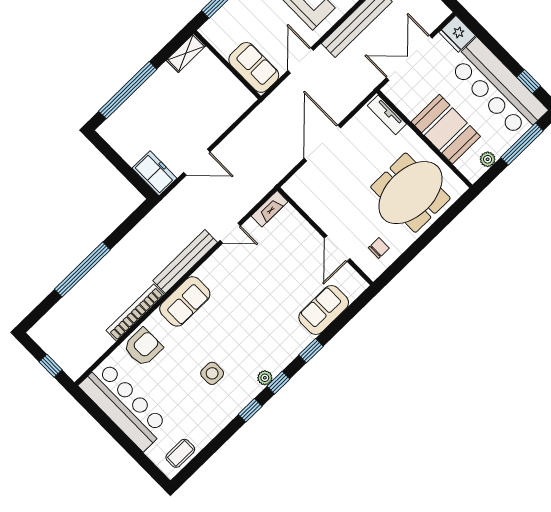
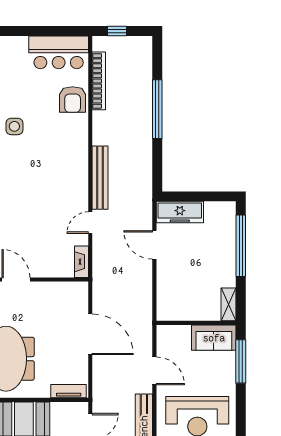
sofa: (254, 67) -> (214, 338), moved
door: (197, 162) -> (154, 245), hinge flipped
freezer: (155, 173) -> (180, 212), width x1.40
sofa: (185, 301) -> (75, 153), removed
bookcase: (135, 313) -> (99, 81), moved
bar counter: (124, 406) -> (59, 52), width x0.73

